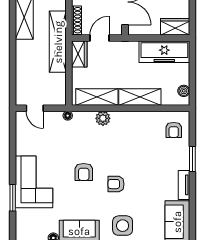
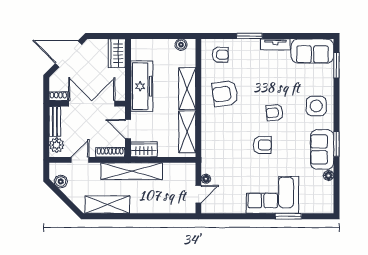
freezer: (164, 52) -> (142, 86), moved
floor lamp: (68, 116) -> (206, 179), moved
plant: (103, 118) -> (209, 126), removed
armchair: (135, 135) -> (225, 94), added
armchair: (116, 184) -> (275, 113), turned 85

